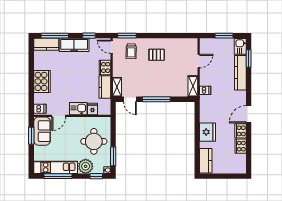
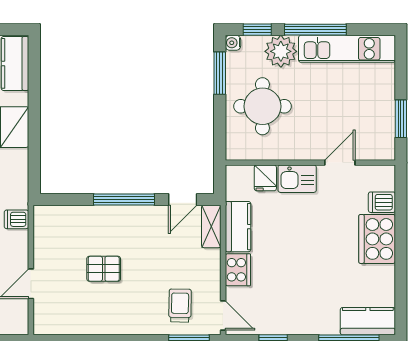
freezer: (74, 45) -> (306, 320), removed
pallet: (157, 55) -> (104, 269), moved
shelving: (193, 86) -> (43, 228), removed
door: (130, 99) -> (183, 200), swing flipped
dishwasher: (40, 109) -> (382, 202), moved
sofa: (42, 131) -> (377, 129), removed
window: (58, 176) -> (315, 30), moved

